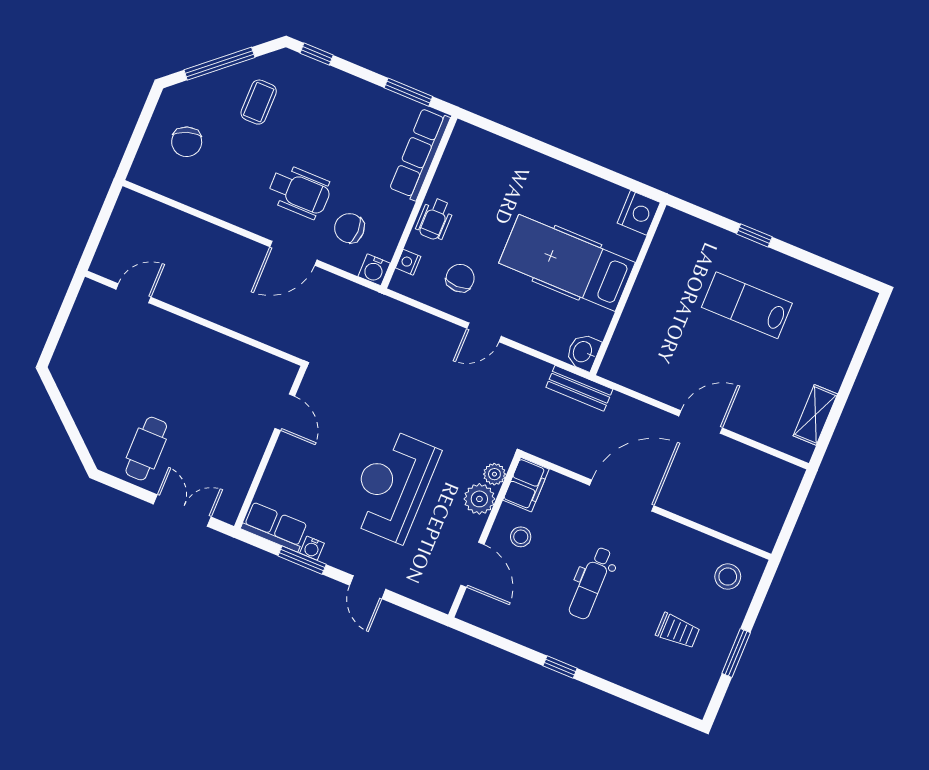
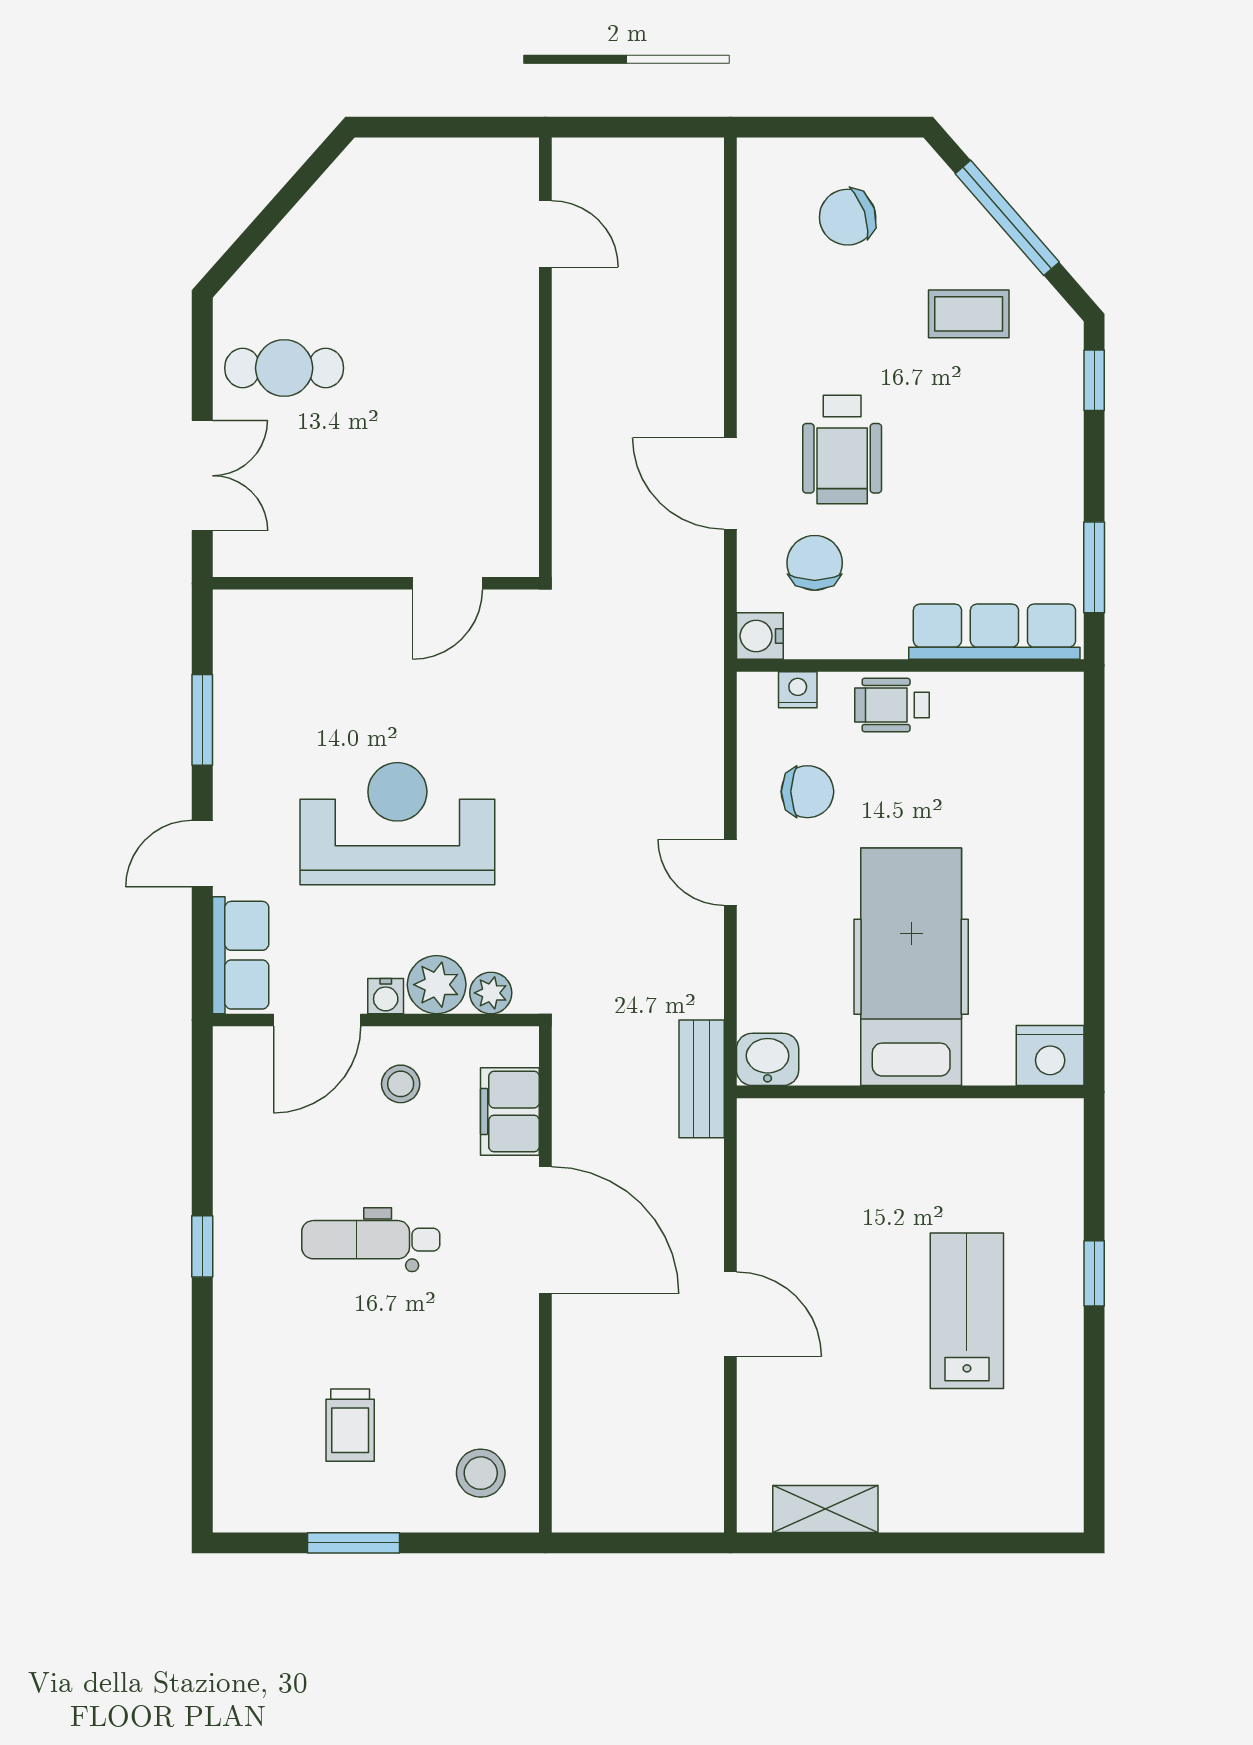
filing cabinet: (526, 485) -> (510, 1112), moved, turned 90
row of seats: (275, 527) -> (241, 955), moved
water cooler: (312, 548) -> (386, 996), moved, turned -90

